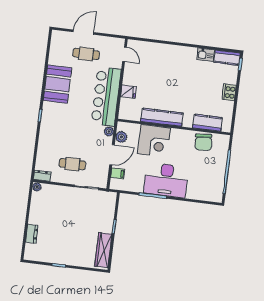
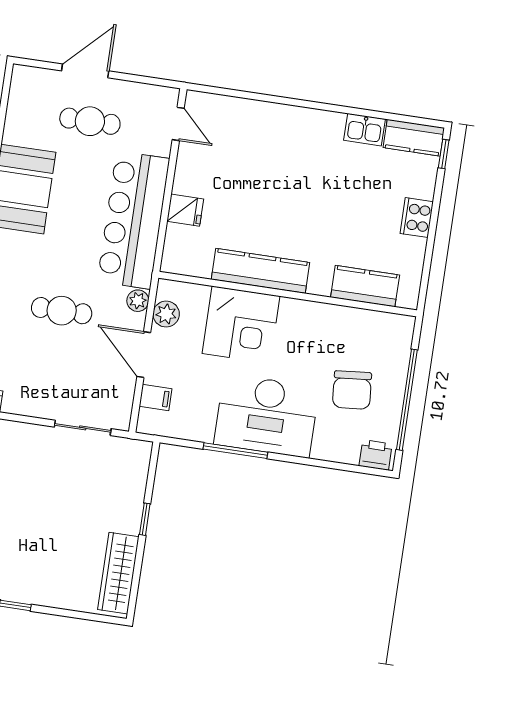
chair: (203, 142) -> (352, 390), moved
door: (112, 155) -> (144, 355), swing flipped
cafe table: (72, 164) -> (62, 311), moved
printer: (214, 196) -> (376, 455), added

